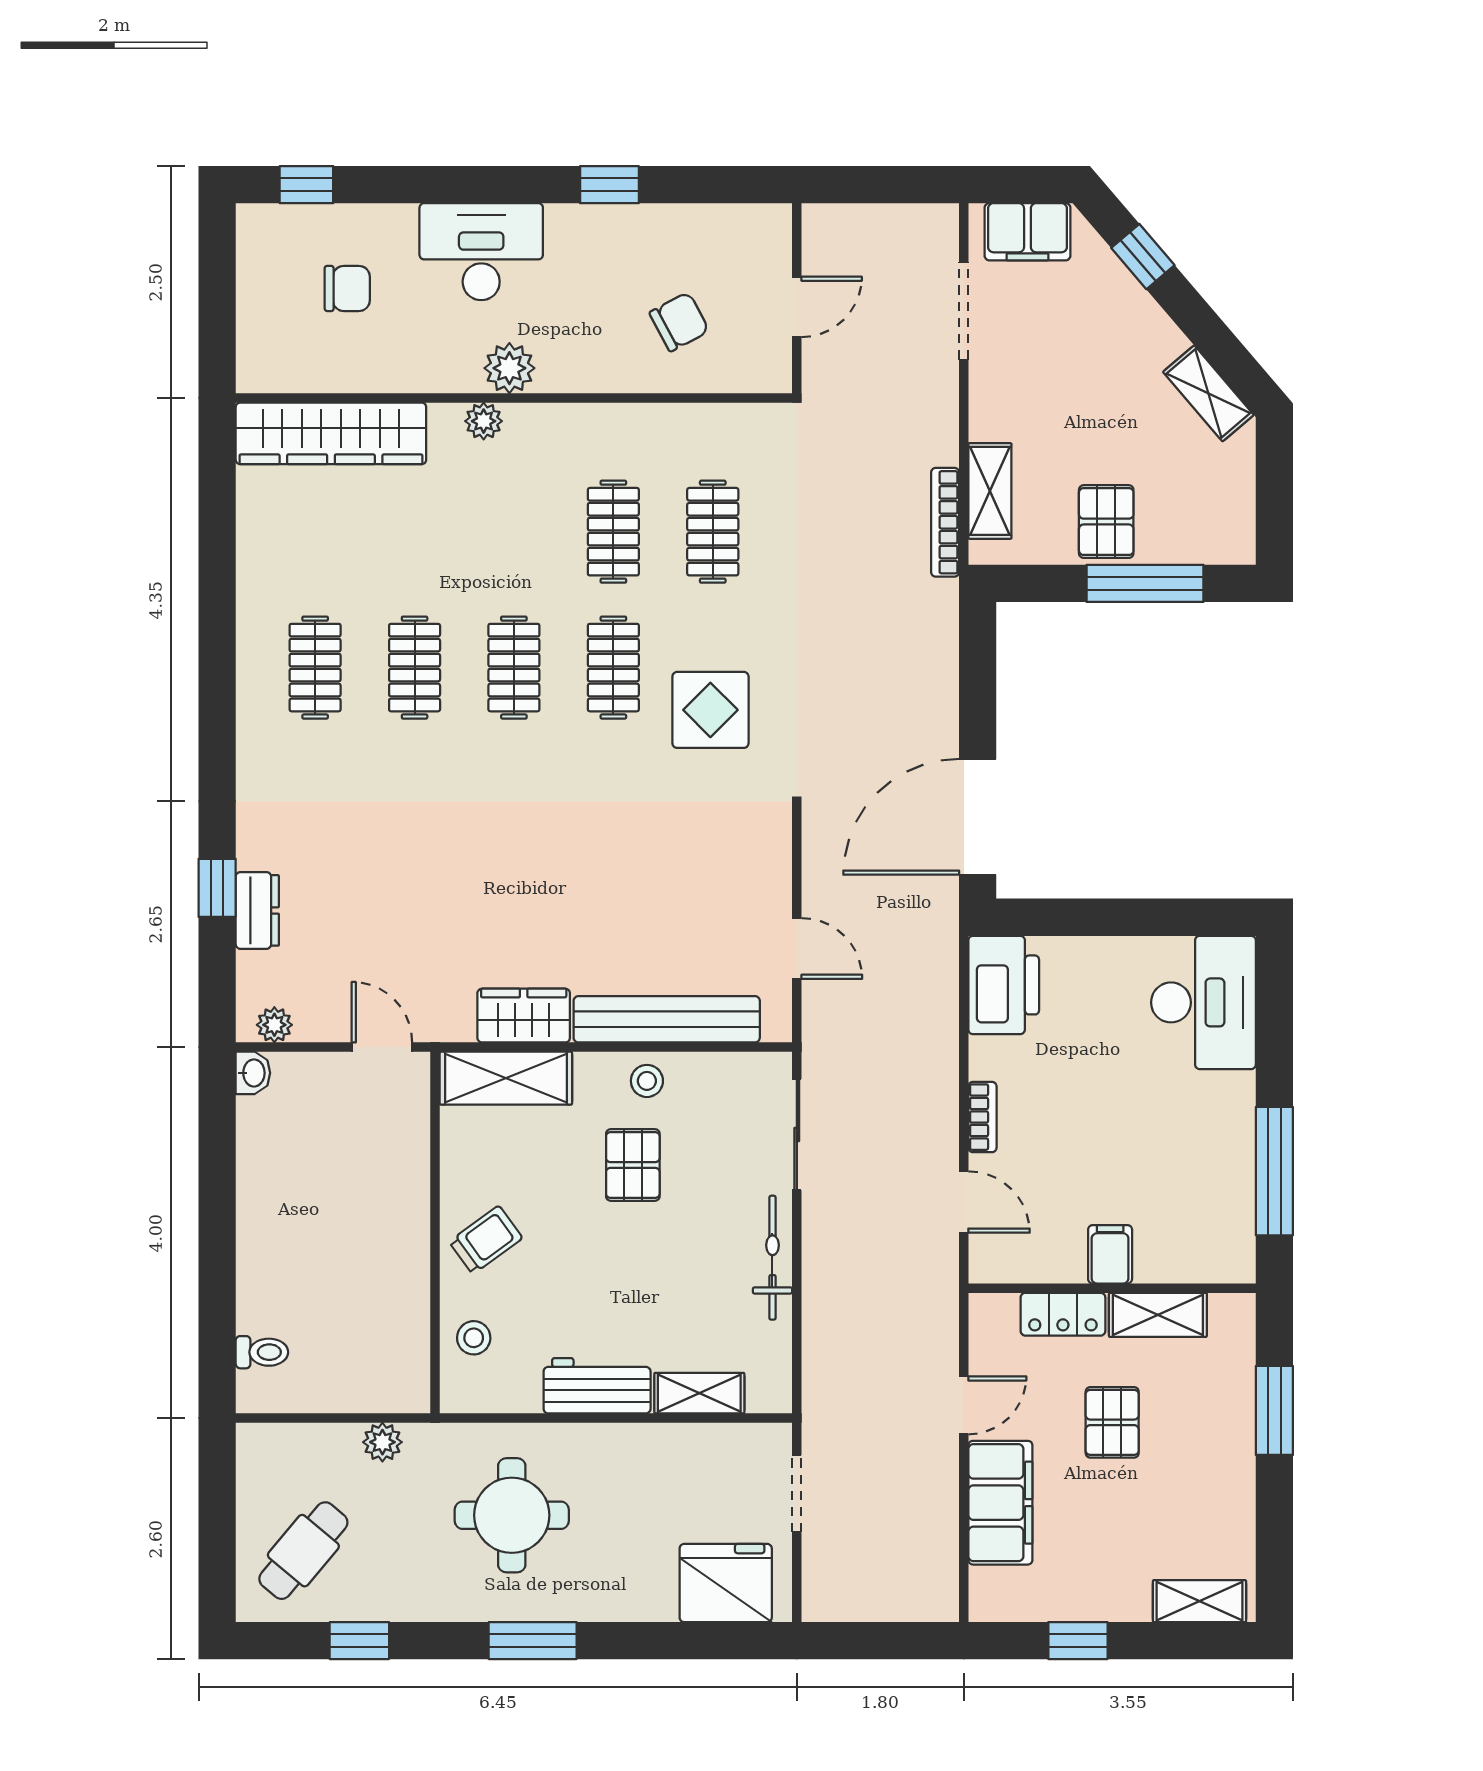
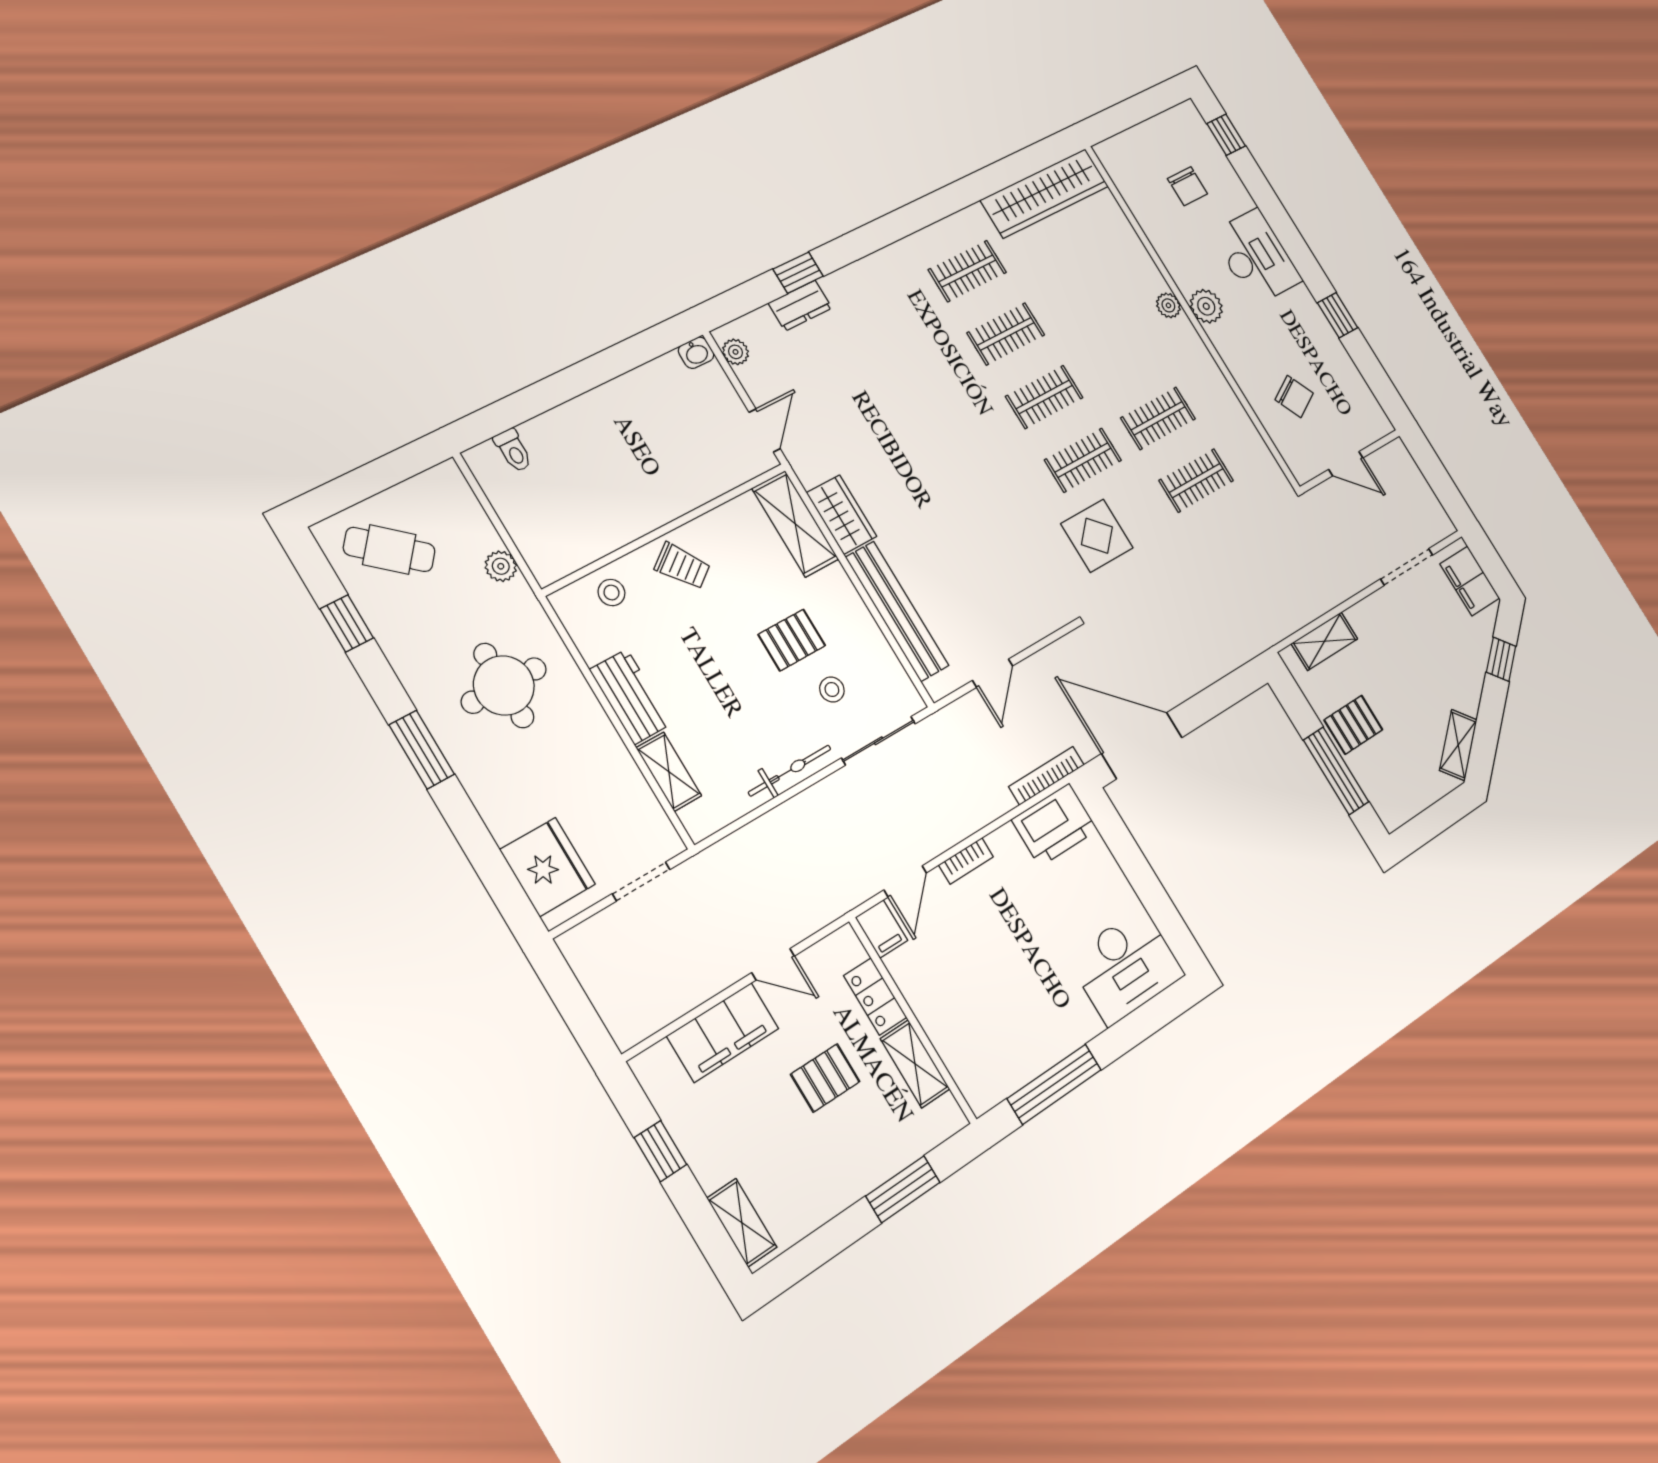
wardrobe: (331, 433) -> (1045, 193), moved, turned -90
bookcase: (945, 522) -> (1046, 776), moved
stool: (647, 1081) -> (832, 689), moved
filing cabinet: (1110, 1254) -> (881, 929), moved, turned 90

